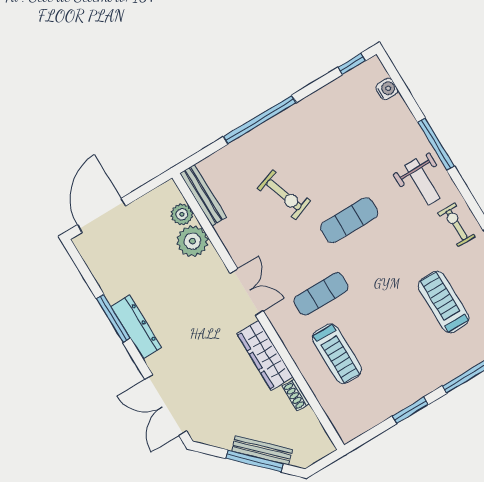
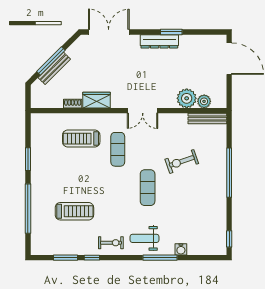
water cooler: (387, 89) -> (181, 249), moved
window: (113, 318) -> (171, 32), width x0.69
wardrobe: (265, 355) -> (96, 100), width x0.67

